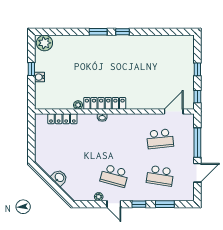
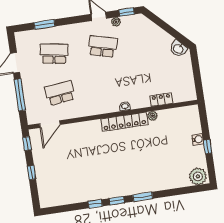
window: (143, 32) -> (95, 204), added
locker: (62, 119) -> (161, 100), width x0.66
washbasin: (59, 178) -> (178, 49), moved
window: (139, 204) -> (127, 12), moved

